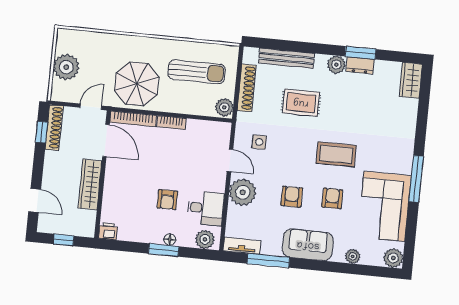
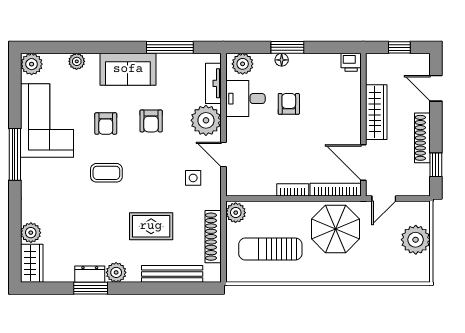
plant: (409, 108) -> (31, 233), added
shoe rack: (54, 128) -> (422, 138), moved
coffee table: (336, 154) -> (106, 173), width x0.73, depth x0.77
tv unit: (242, 246) -> (213, 83), moved, turned 90

